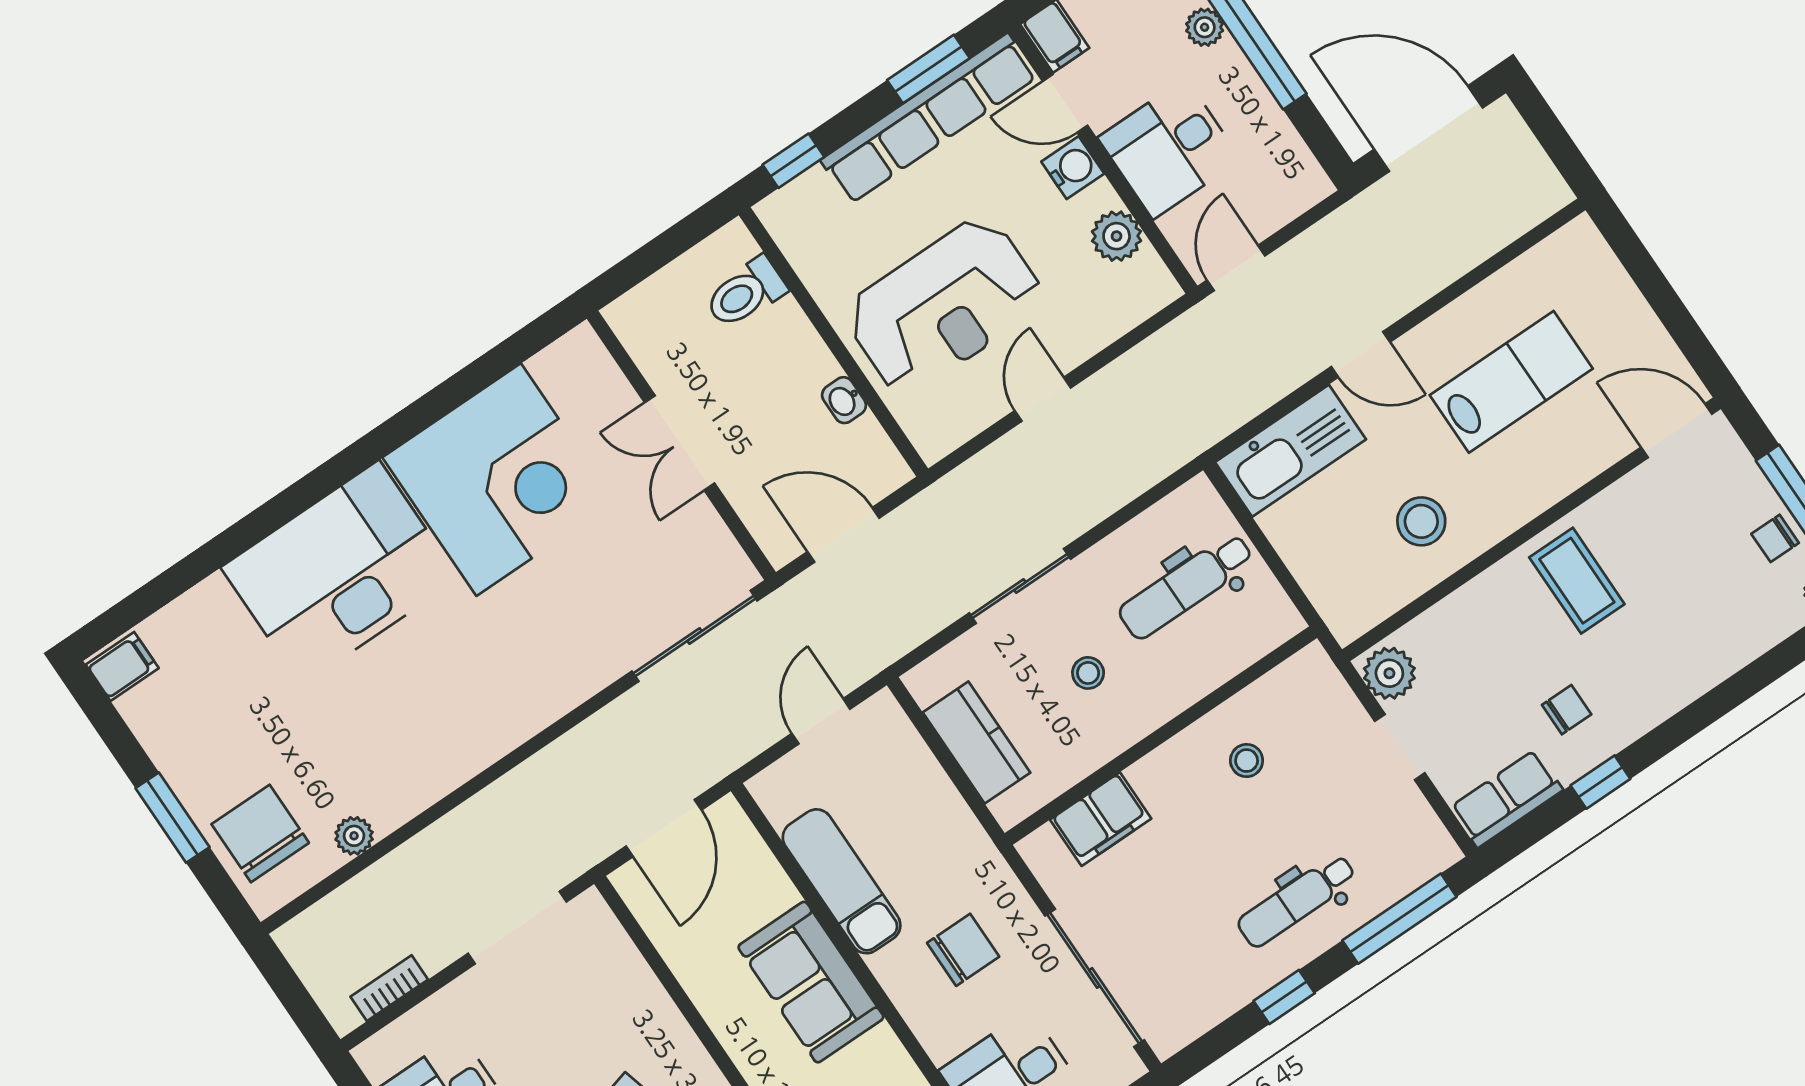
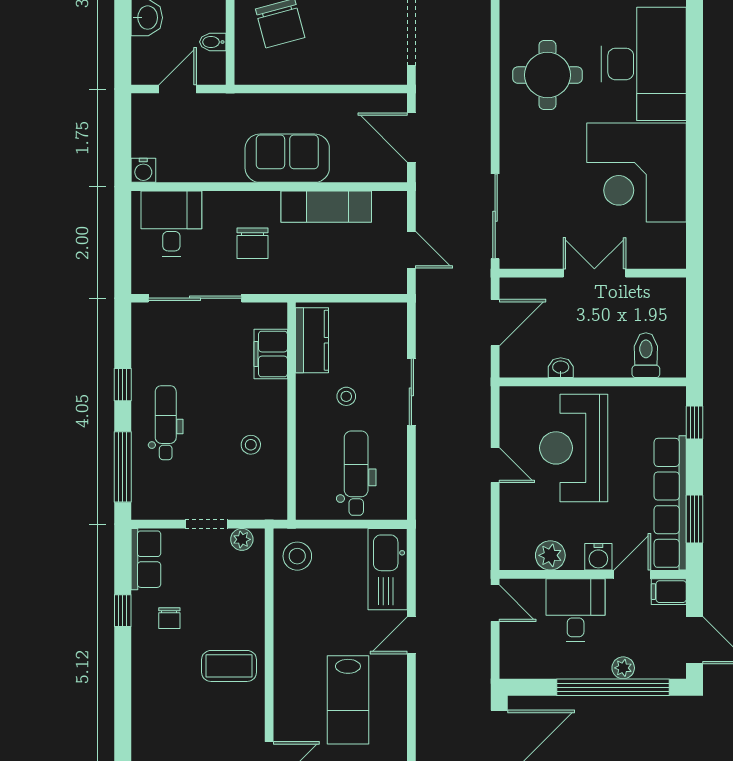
stool: (1421, 521) -> (297, 556), moved
plant: (1389, 673) -> (242, 539), width x0.73, depth x0.73
round table: (447, 697) -> (547, 75), added
kitchen counter: (977, 743) -> (312, 340), moved, turned -90

